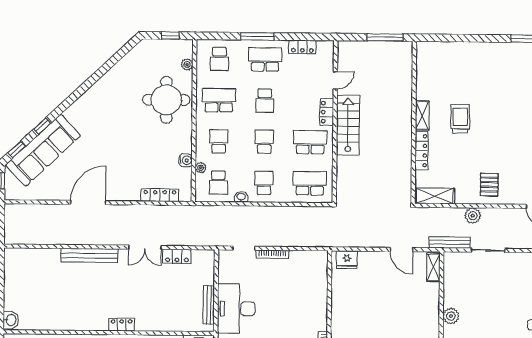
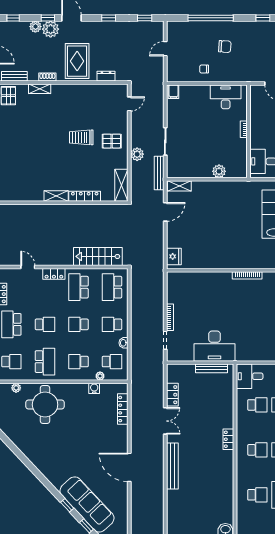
school desk: (219, 100) -> (45, 362), turned 180
trolley: (460, 119) -> (81, 137), moved
stairs: (348, 125) -> (98, 256), moved

